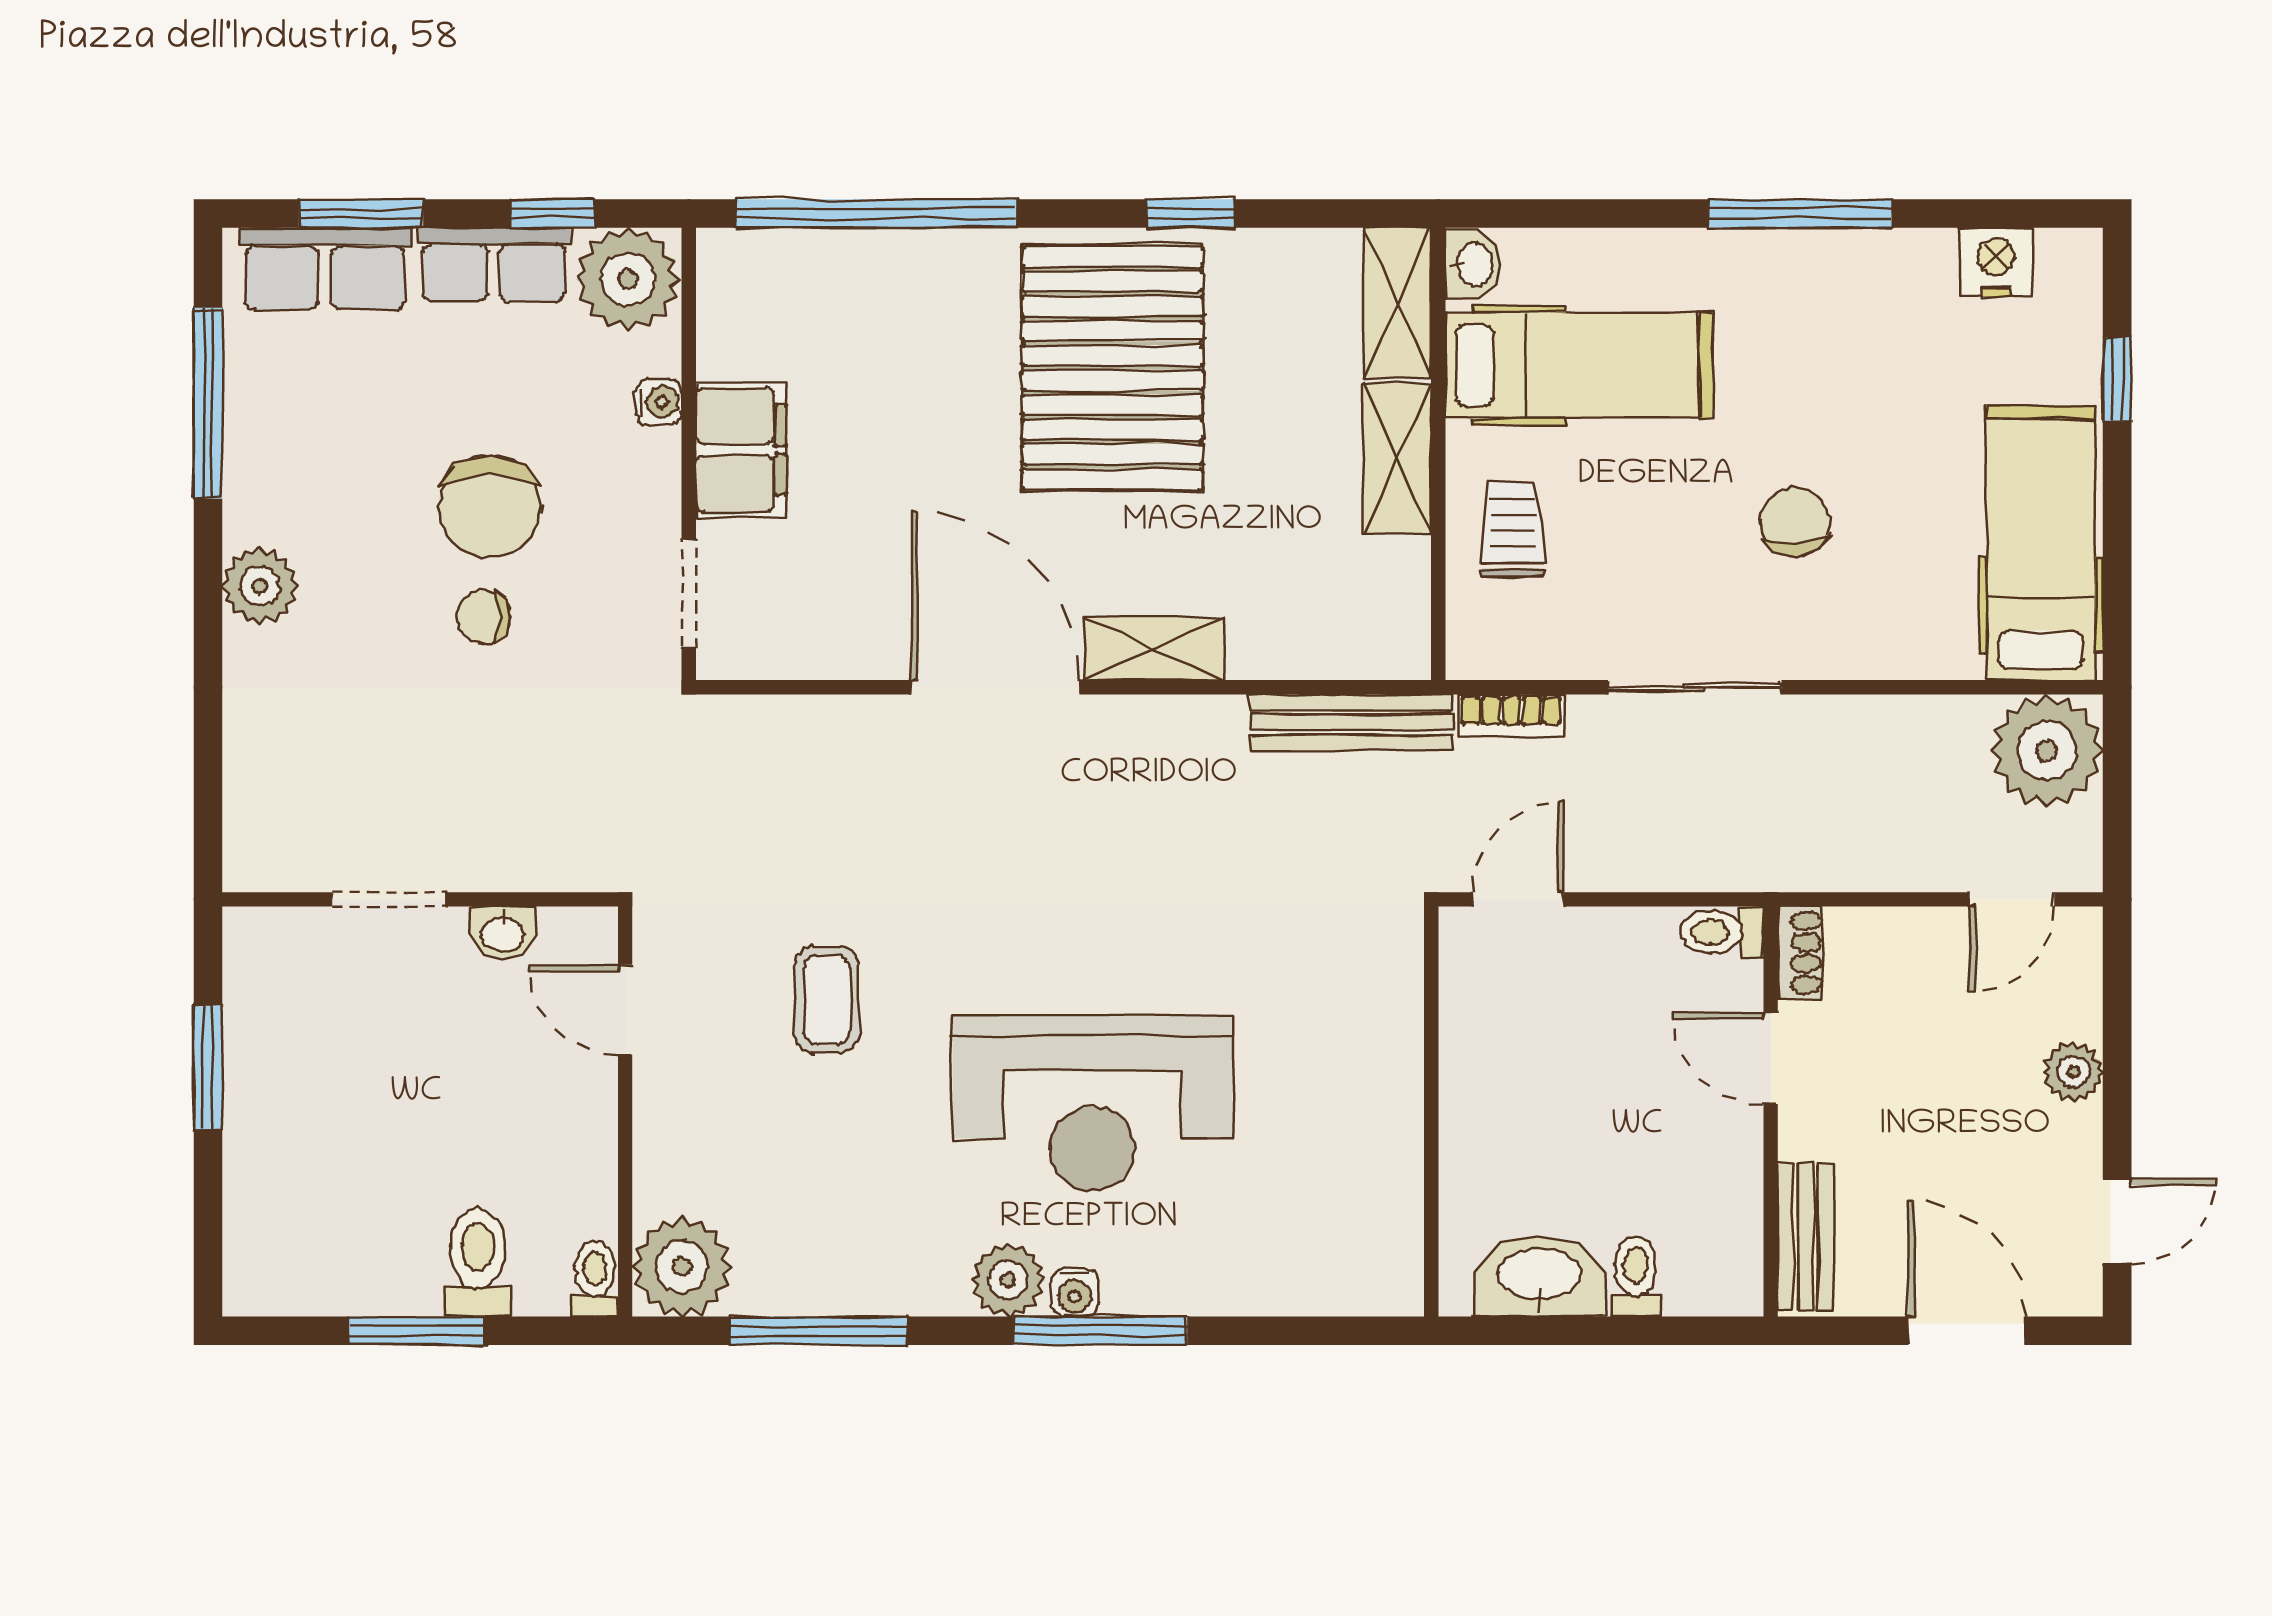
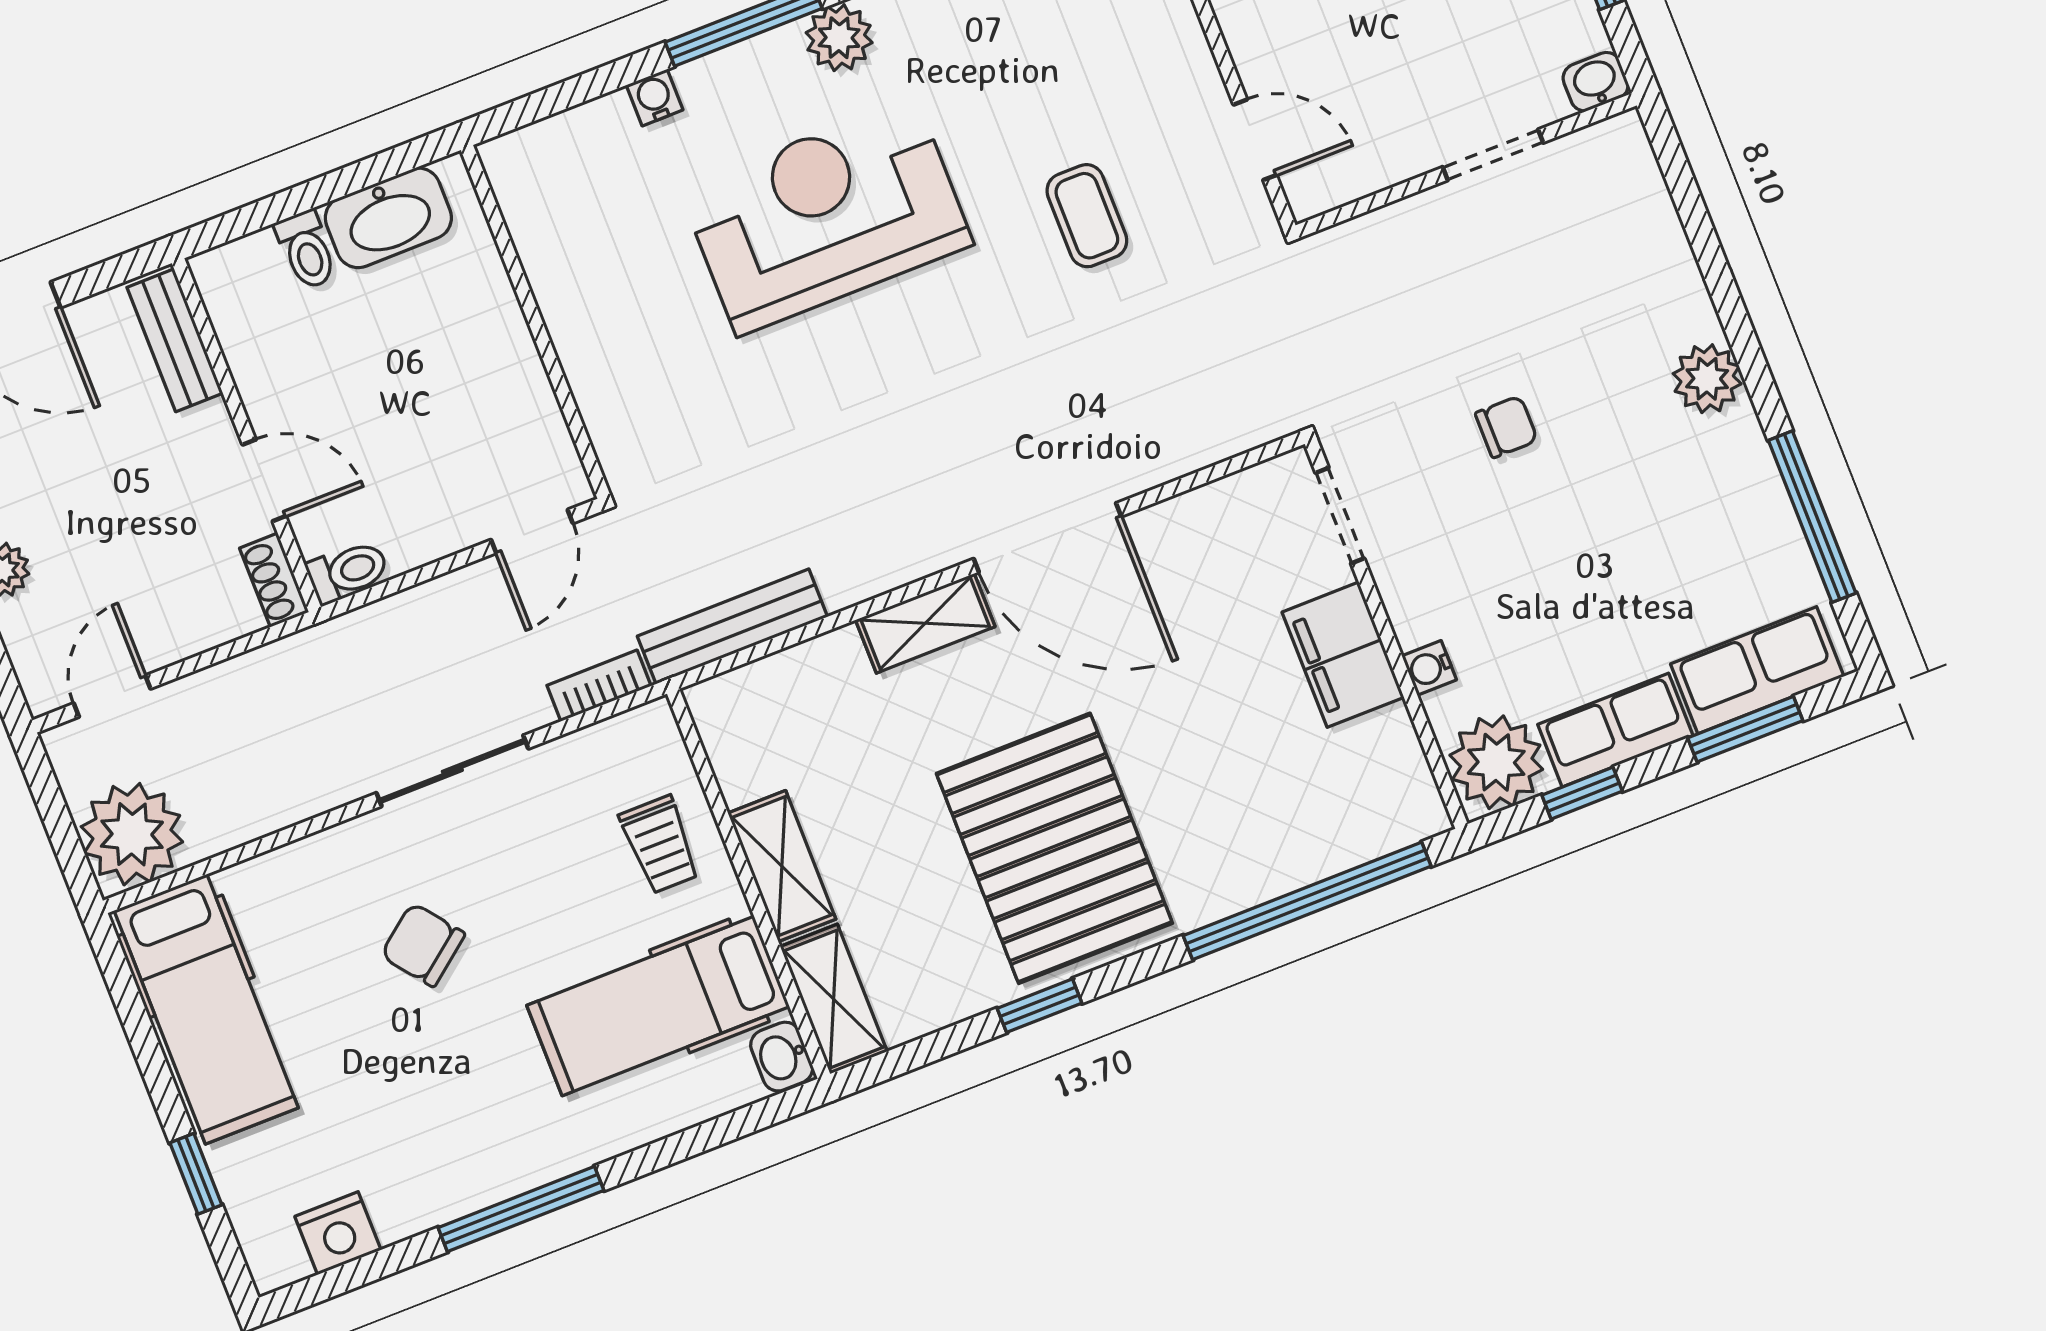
chair: (490, 506) -> (1538, 523), removed
chair: (1794, 522) -> (423, 945), turned 146
washbasin: (502, 933) -> (1596, 82), moved
water cooler: (1075, 1293) -> (655, 98), moved

